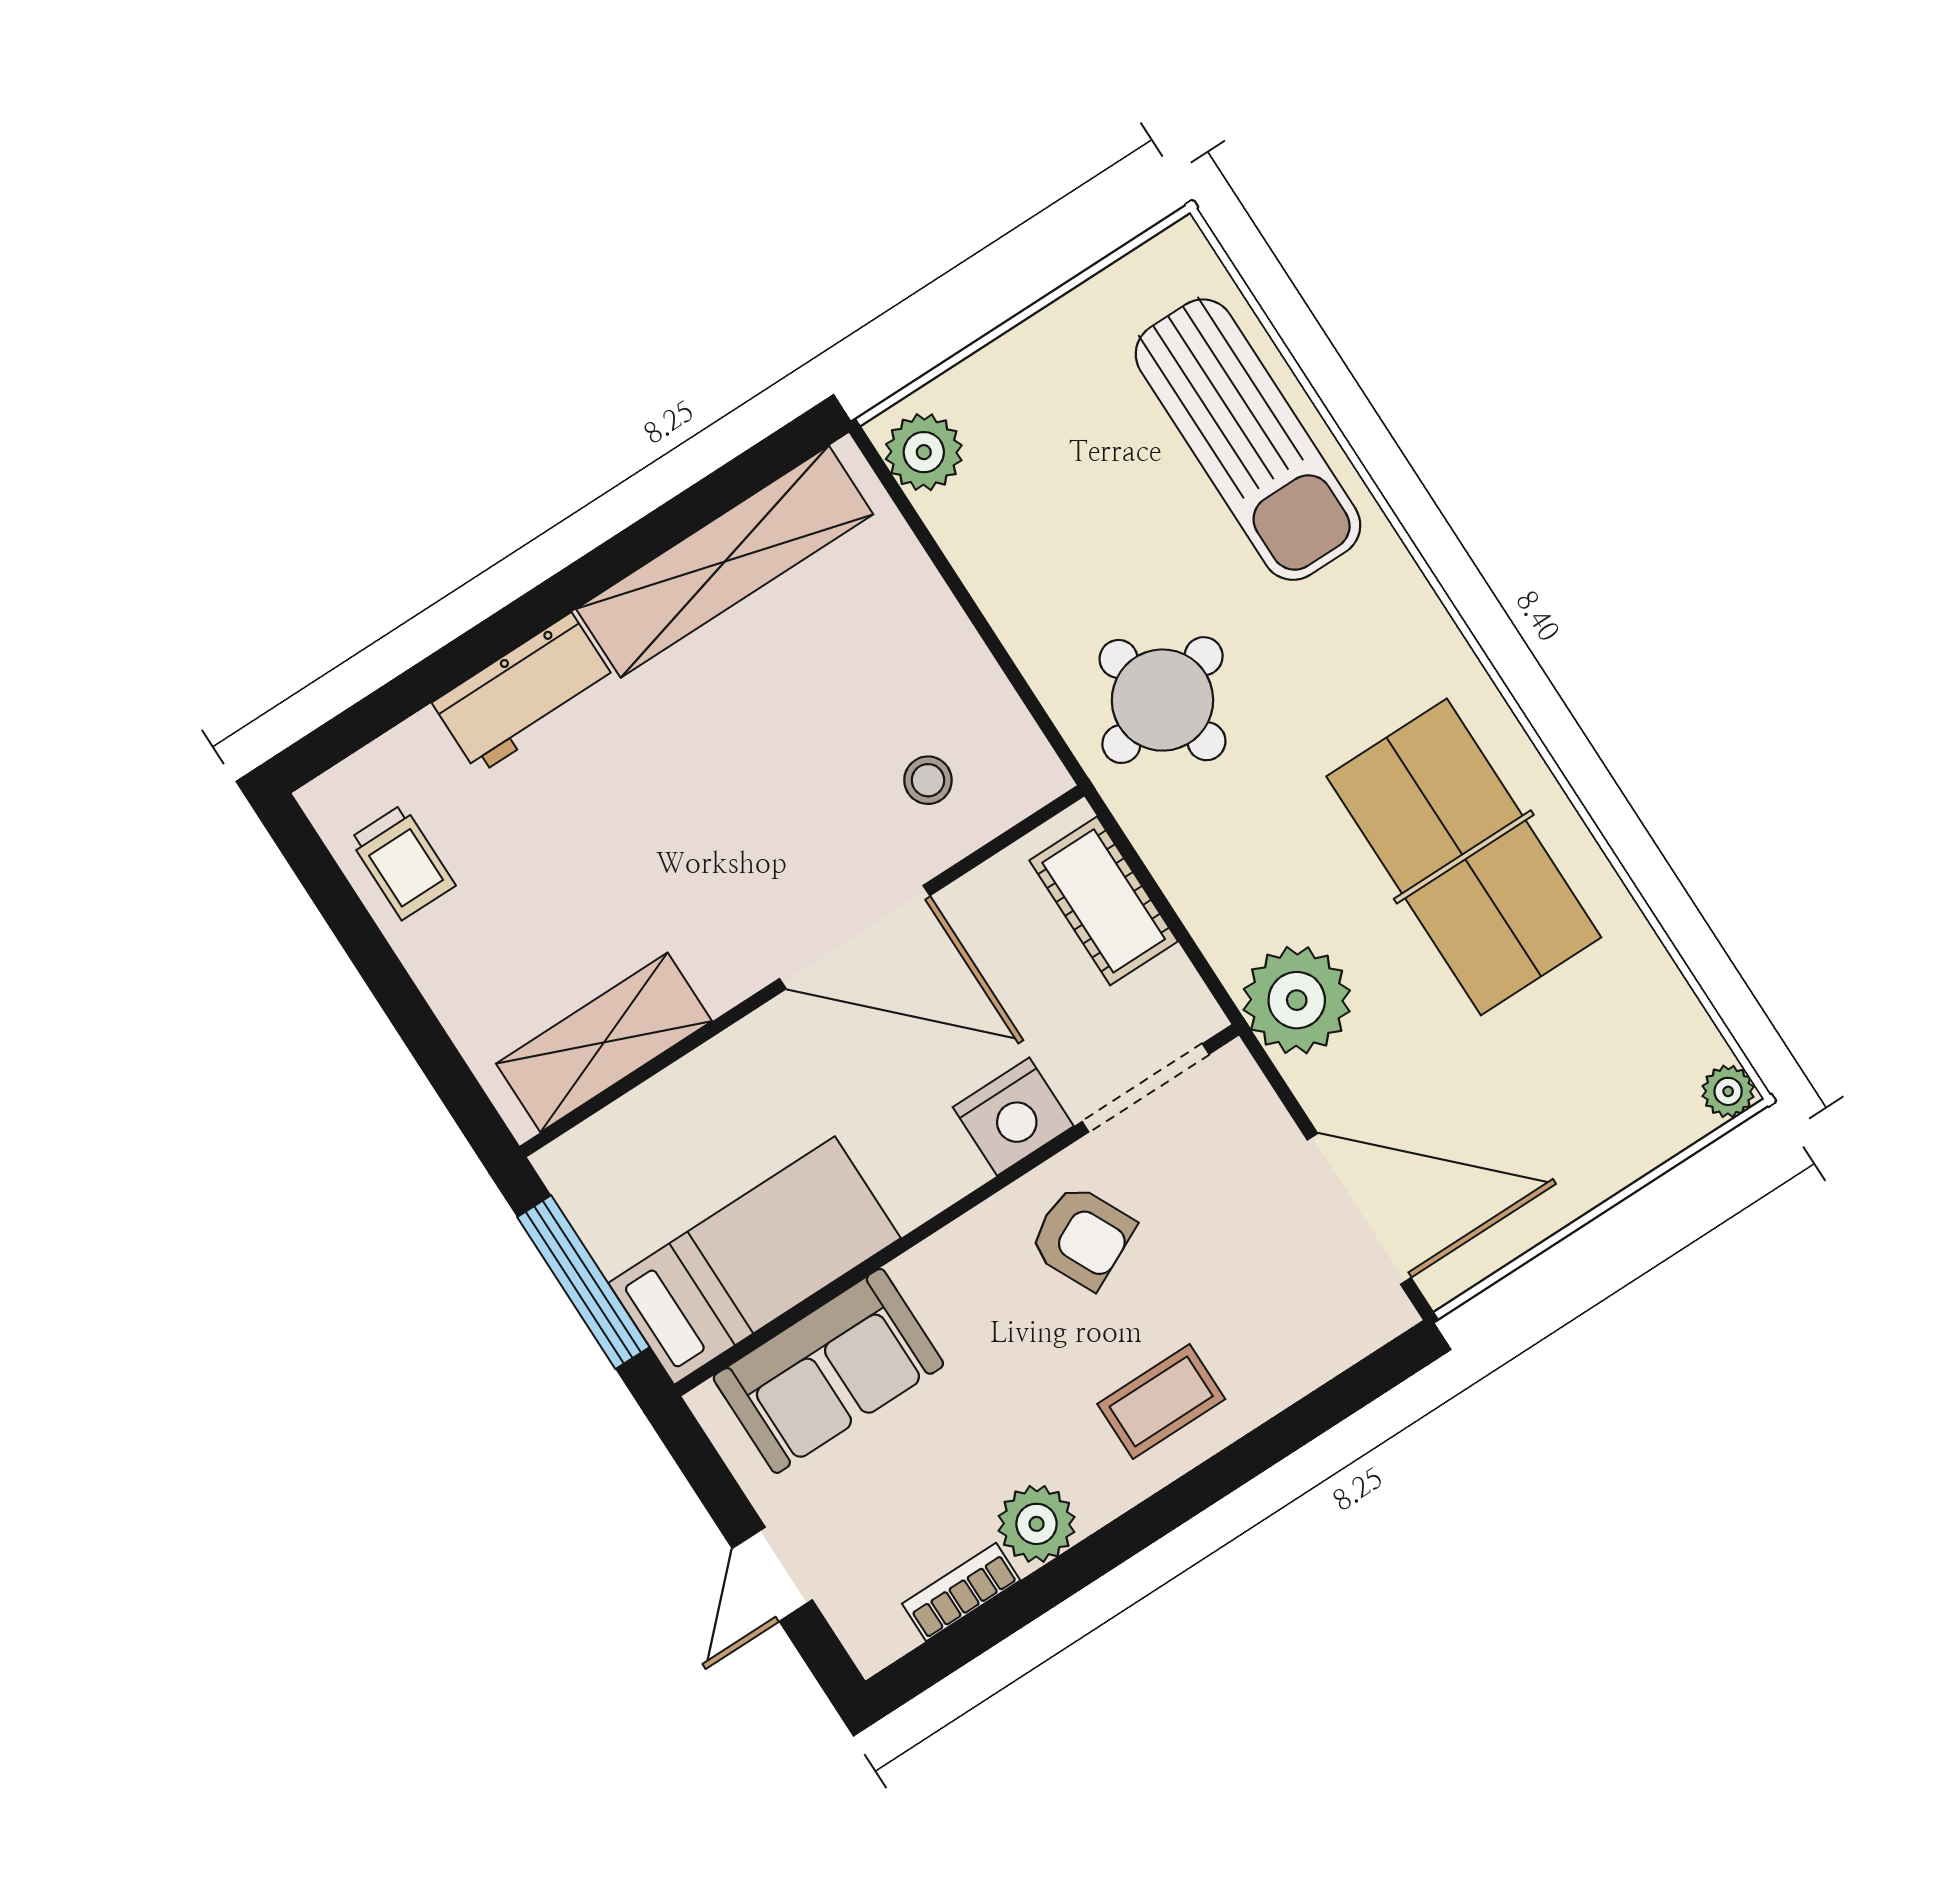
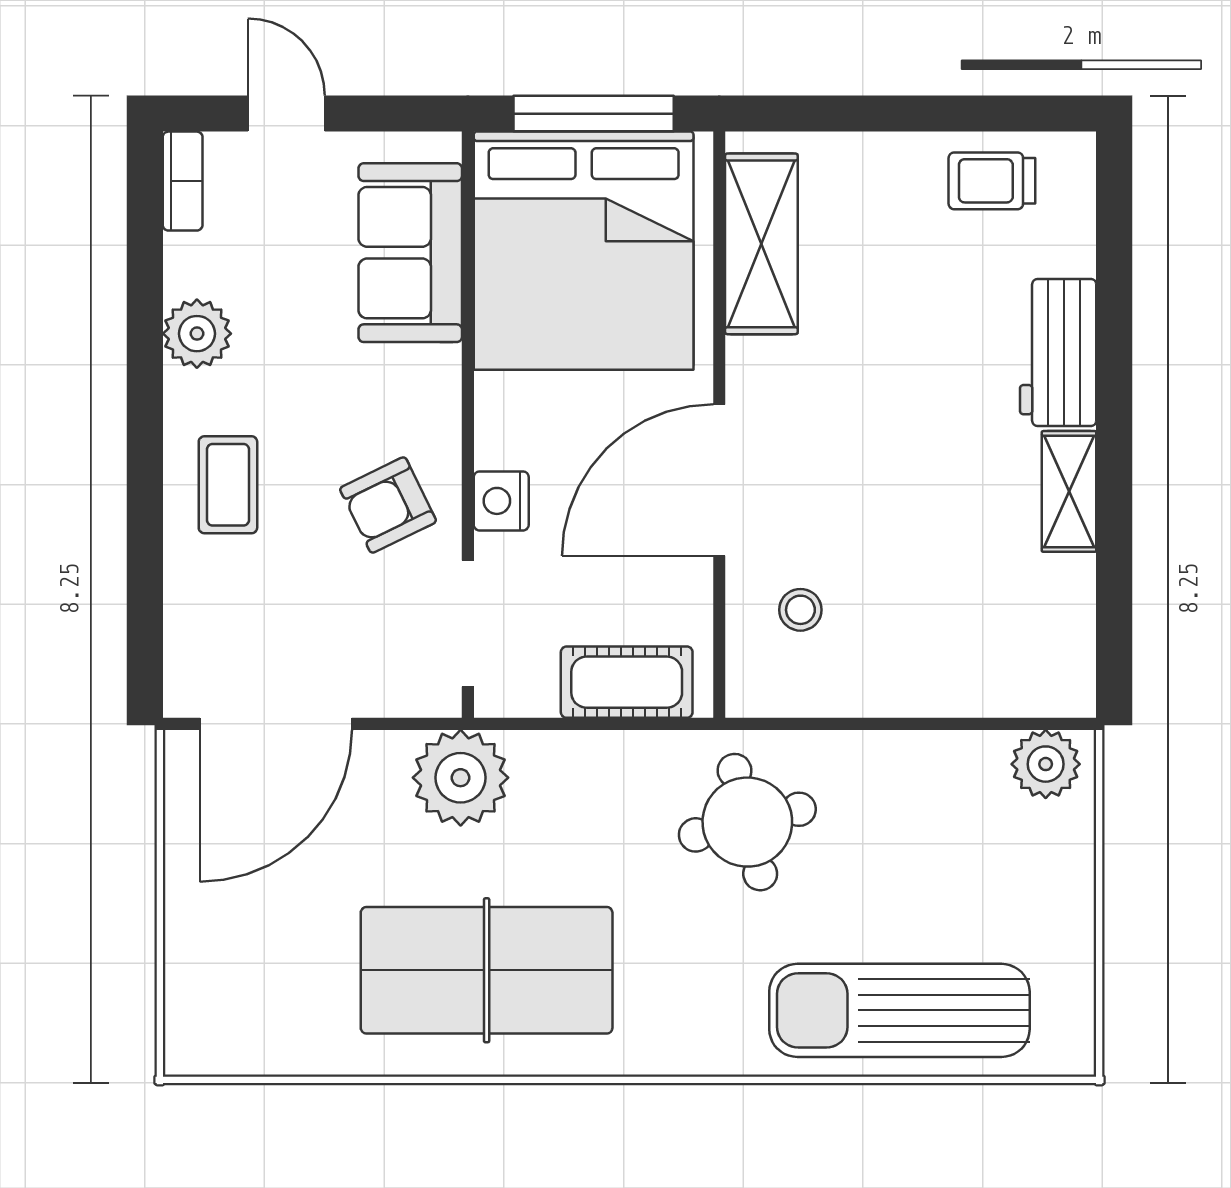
shelving: (725, 562) -> (1069, 491), width x0.45, depth x0.75
plant: (1728, 1091) -> (186, 1054), removed
nightstand: (1013, 1117) -> (501, 501), width x0.74, depth x0.75
bed: (754, 1261) -> (584, 251), width x2.04
bookcase: (961, 1592) -> (183, 181), moved

